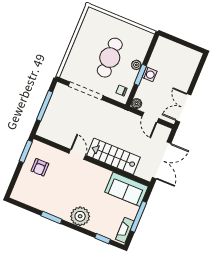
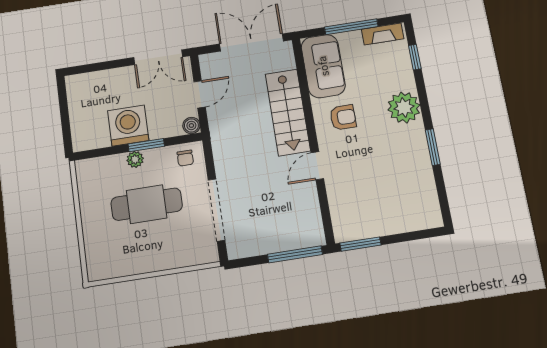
washing machine: (149, 74) -> (128, 126), width x1.89, depth x1.89
window: (45, 106) -> (295, 254), moved
armchair: (40, 167) -> (343, 117), moved

